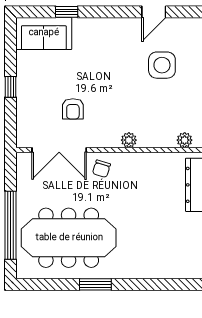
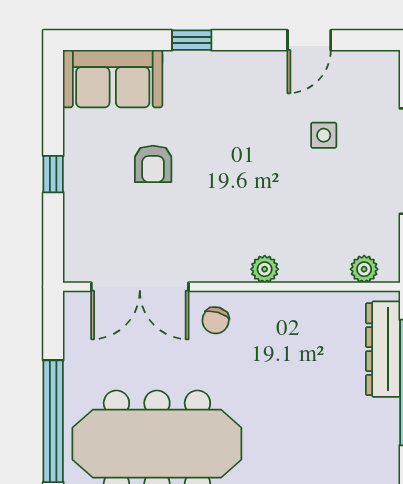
window: (67, 12) -> (192, 40), moved
side table: (162, 65) -> (324, 135), width x0.54, depth x0.54
armchair: (73, 109) -> (153, 164), moved

